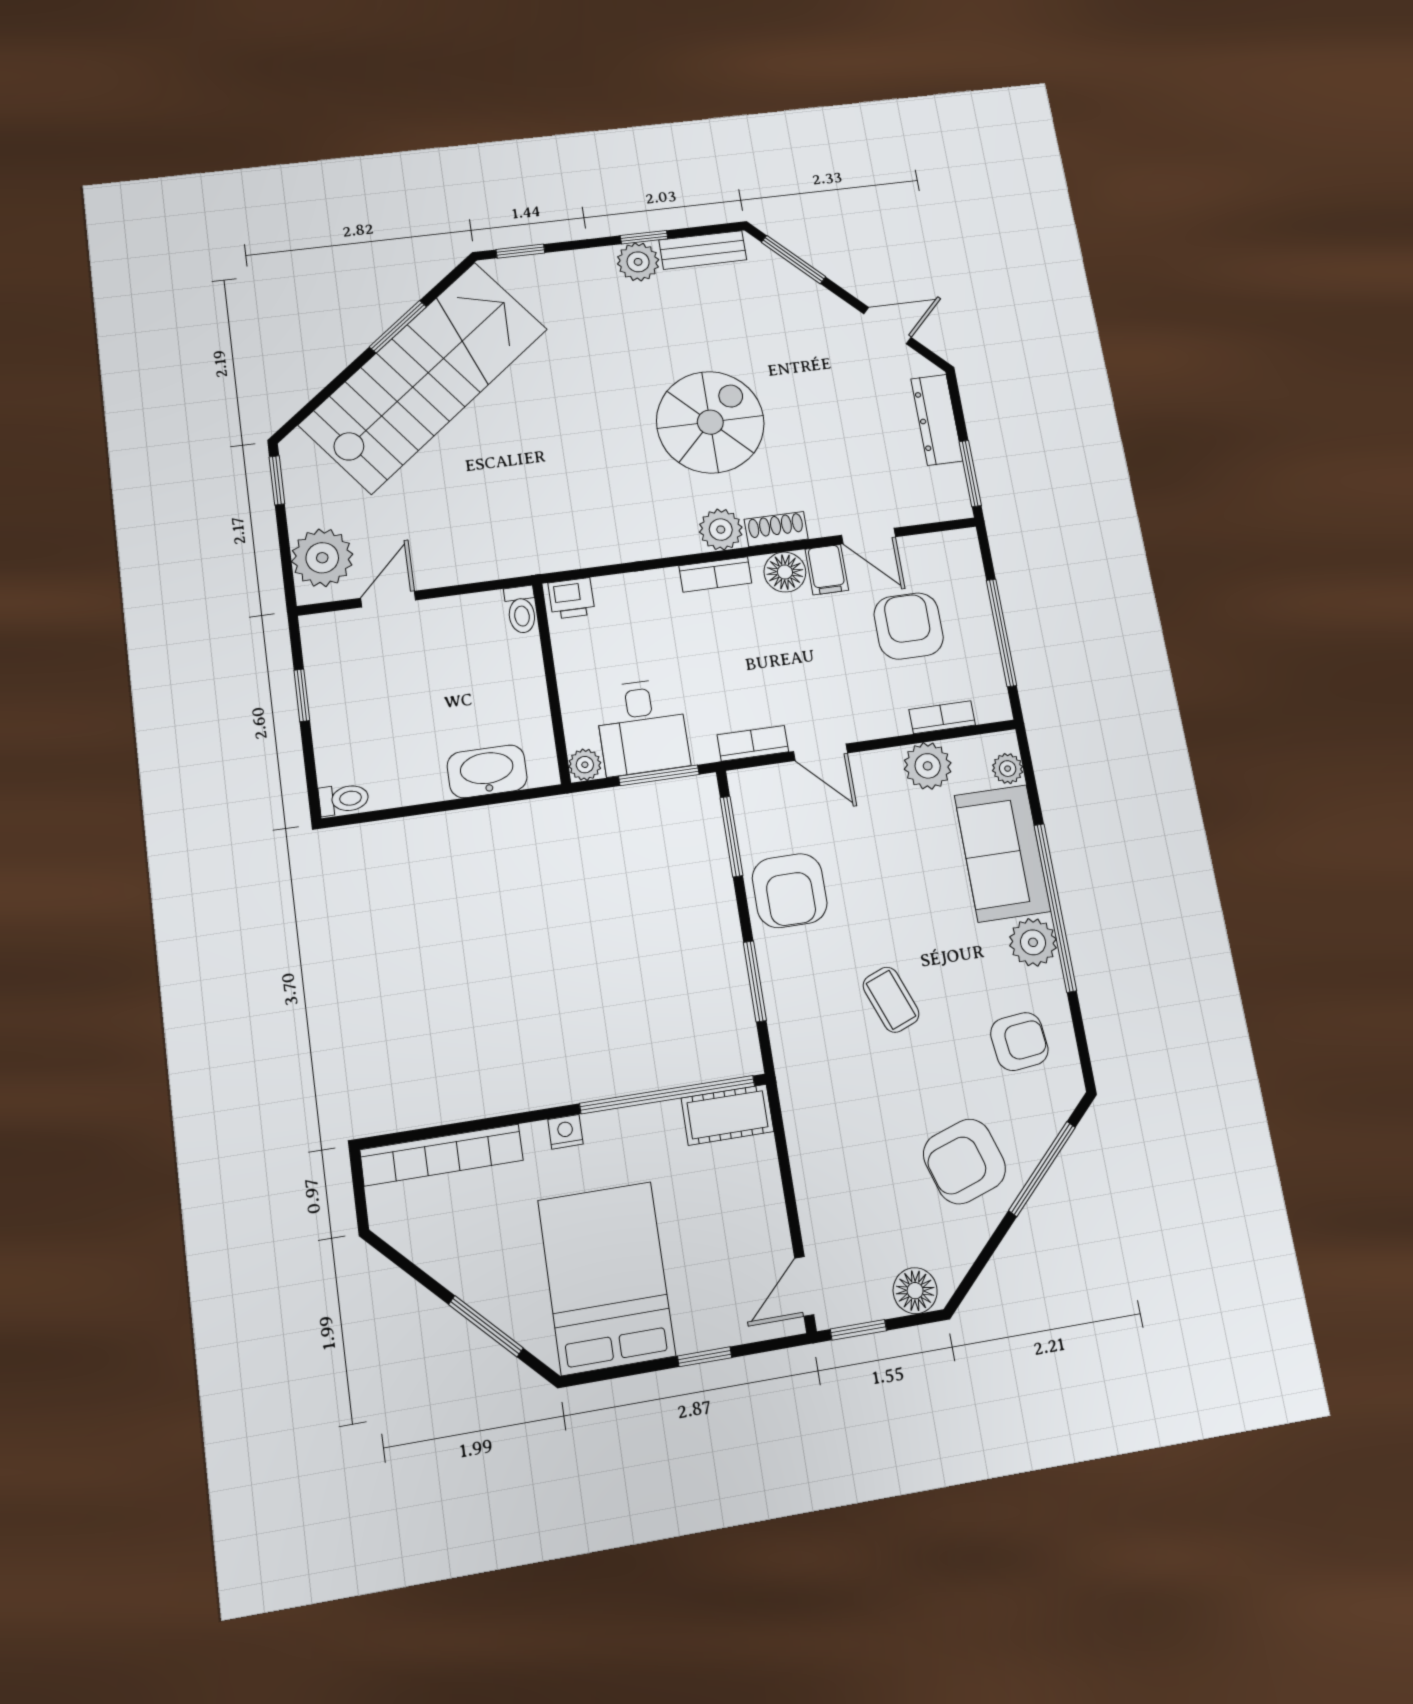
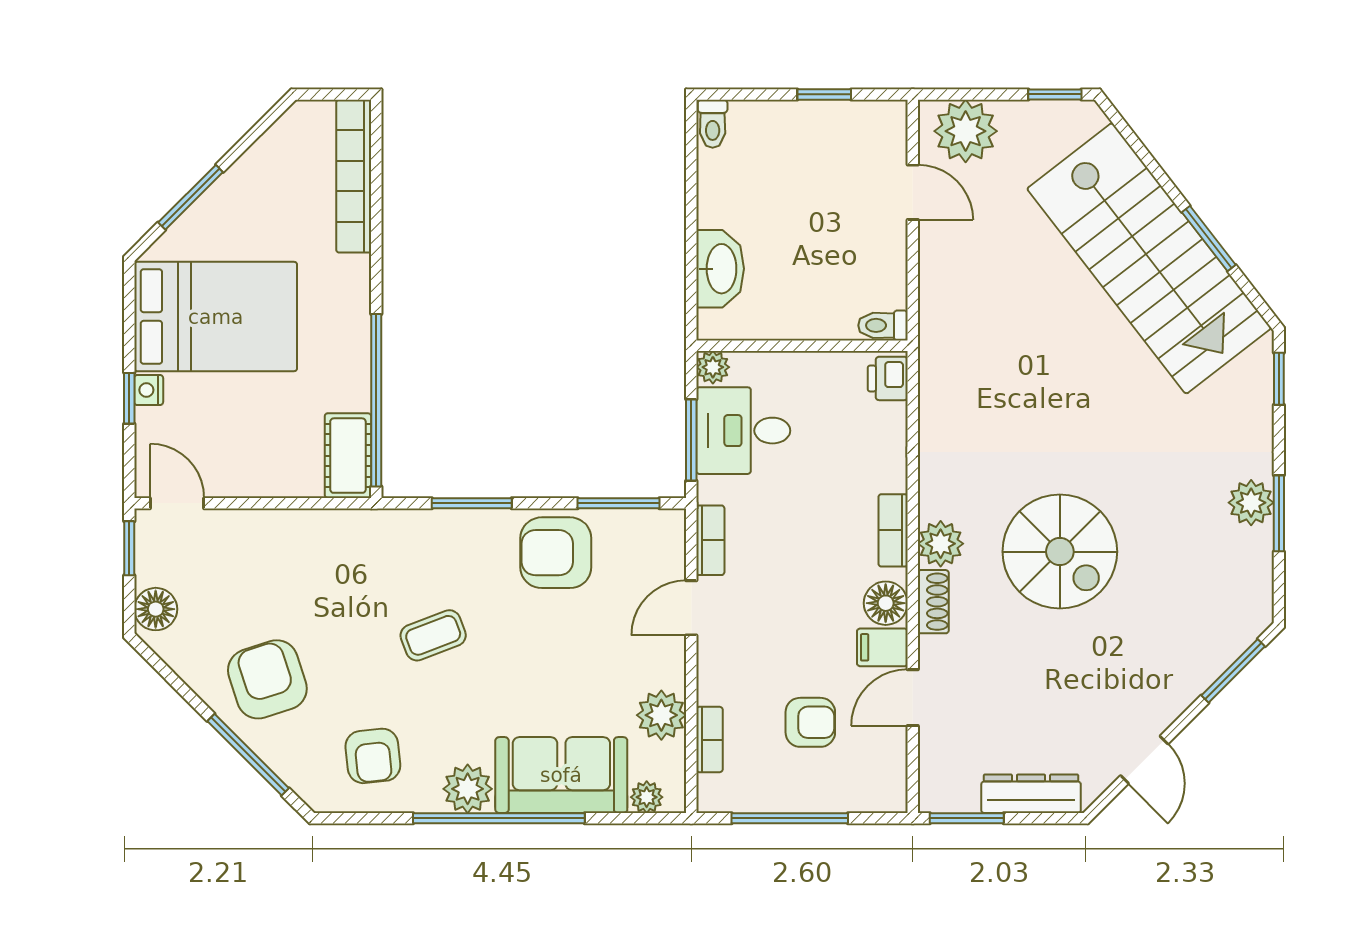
window: (644, 237) -> (1279, 513), width x1.50
bench: (703, 250) -> (1256, 574), removed
armchair: (909, 626) -> (810, 722), width x0.72, depth x0.72
nightstand: (565, 1132) -> (149, 390), moved, turned 180

